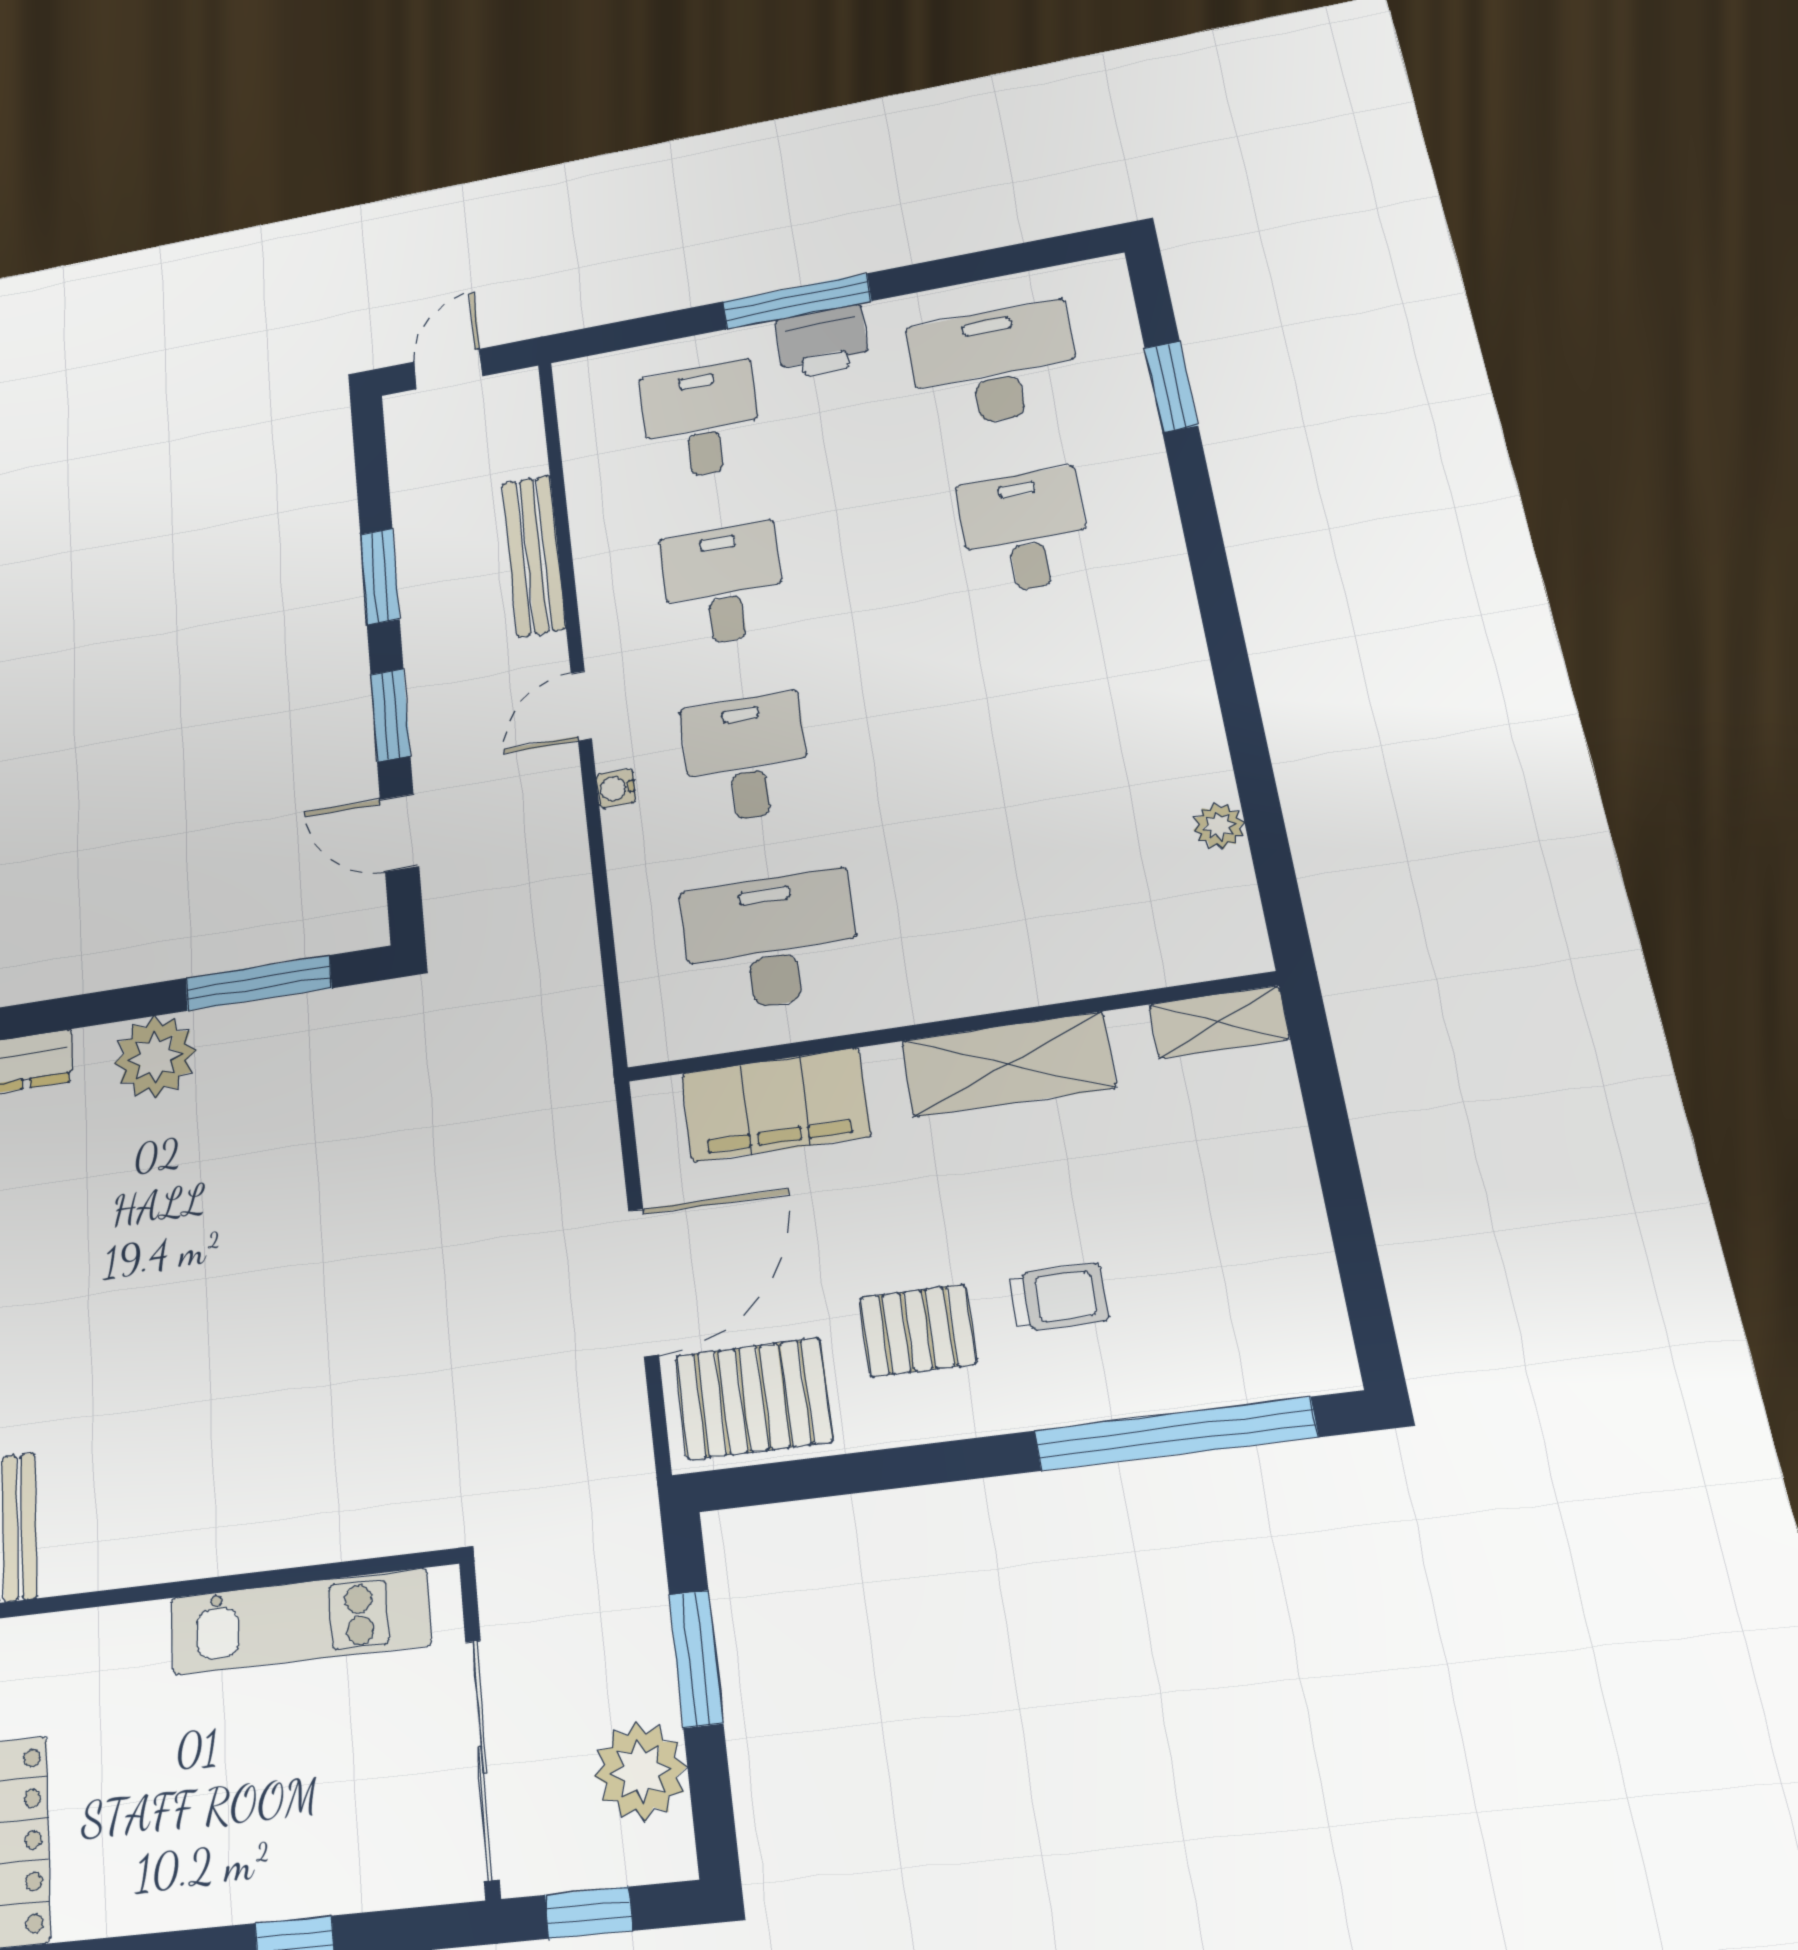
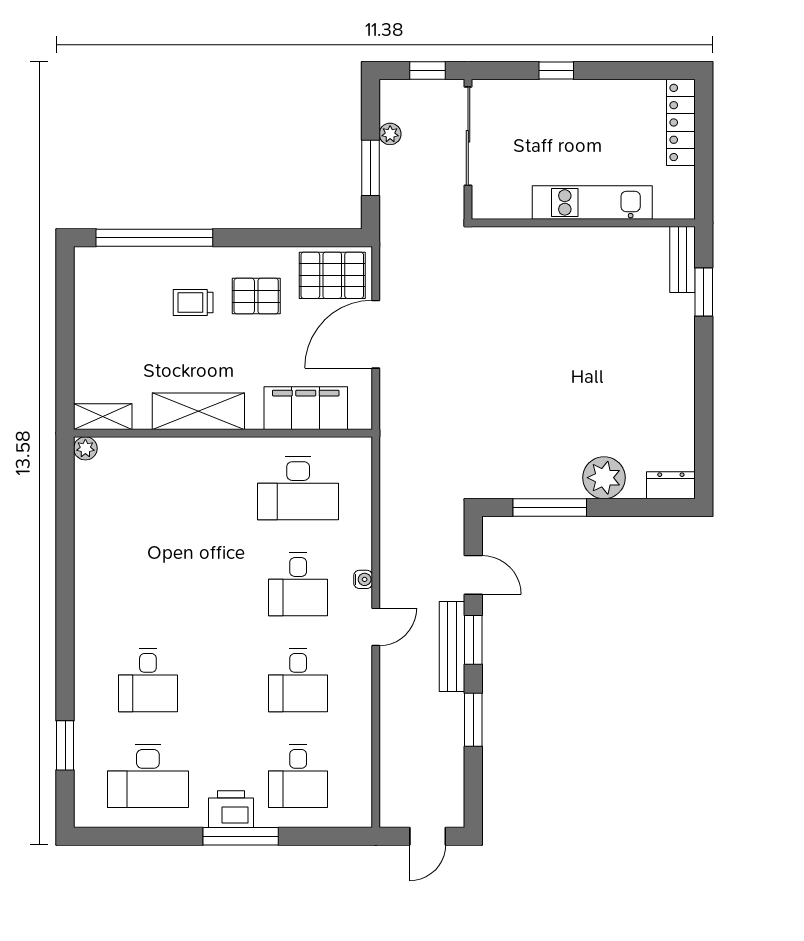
bench: (534, 555) -> (452, 647), moved
plant: (1219, 826) -> (85, 448), moved
kitchen unit: (300, 1622) -> (592, 202), moved
plant: (640, 1771) -> (390, 134), width x0.53, depth x0.53

